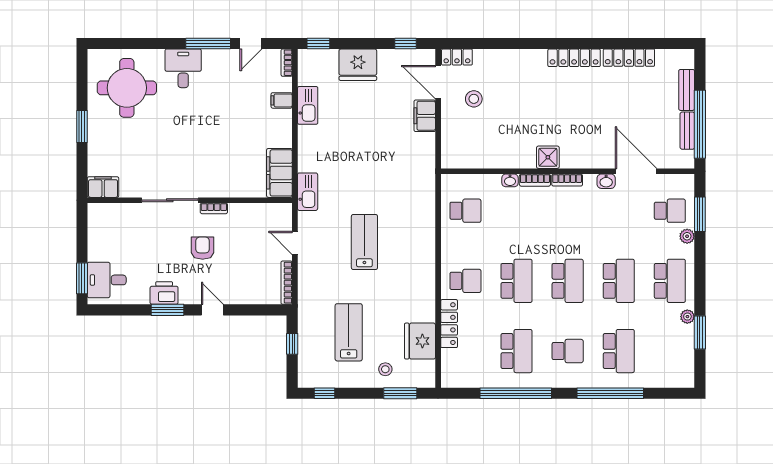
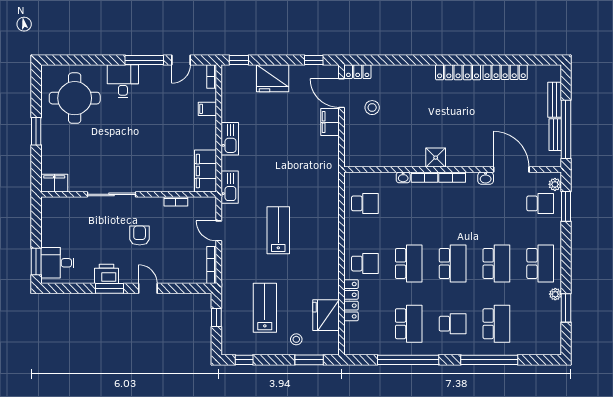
kitchen sink: (308, 105) -> (230, 139), moved
bookcase: (214, 208) -> (176, 201), moved
plant: (687, 236) -> (555, 184), moved

